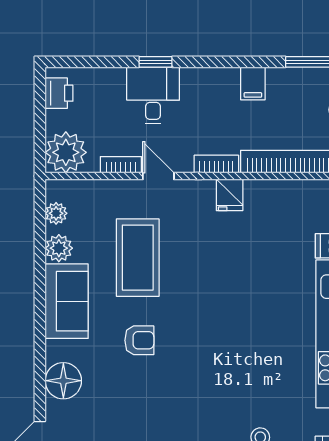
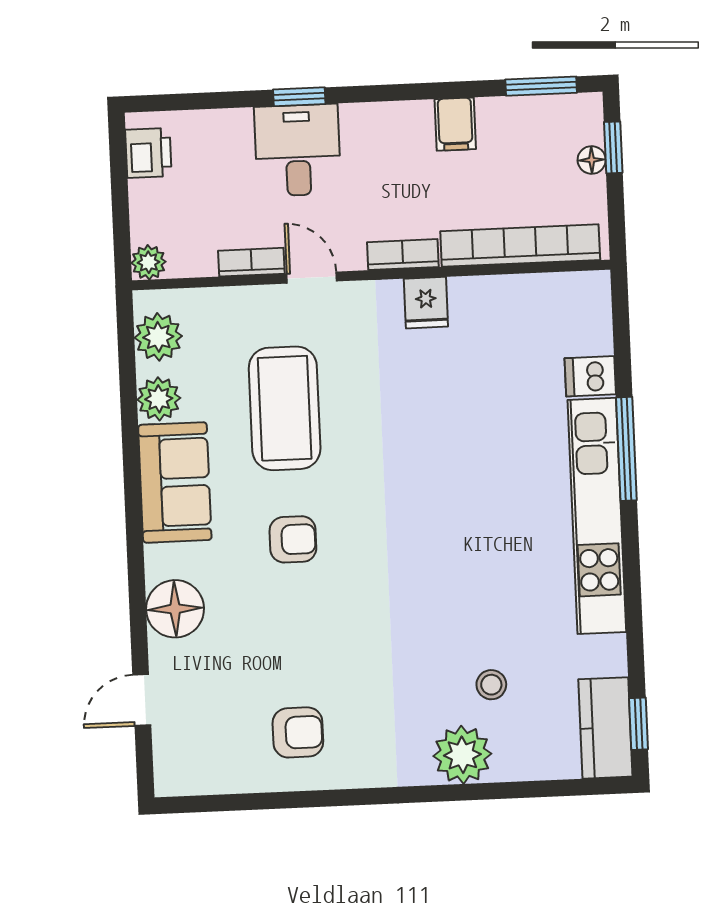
plant: (66, 152) -> (149, 262), width x0.53, depth x0.53
plant: (56, 213) -> (158, 337), width x1.38, depth x1.38

